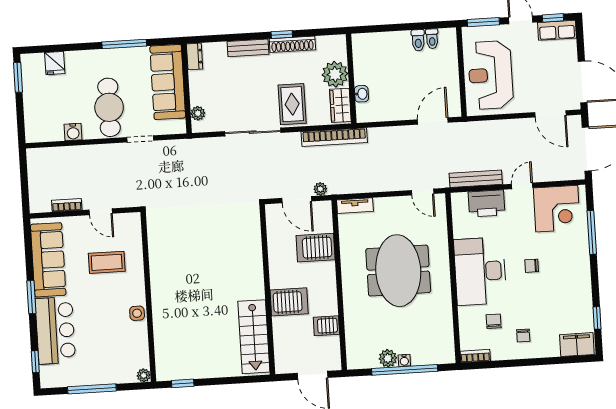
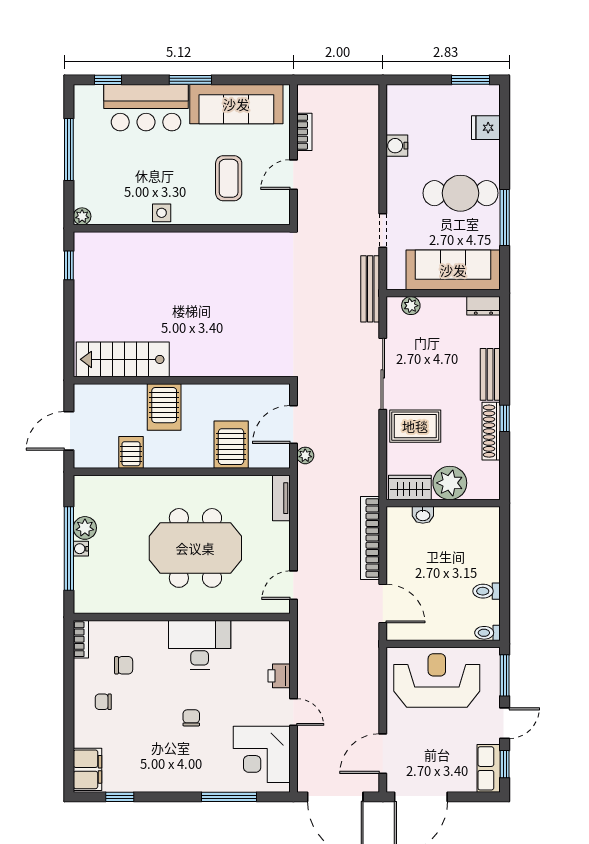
toilet: (432, 39) -> (487, 633), moved
cafe table: (109, 107) -> (461, 193), moved
bookcase: (334, 137) -> (370, 538), moved
bench: (476, 179) -> (370, 289), moved
printer: (487, 203) -> (279, 676), width x0.53, depth x0.68
desk: (480, 271) -> (200, 645), width x0.73, depth x0.77

